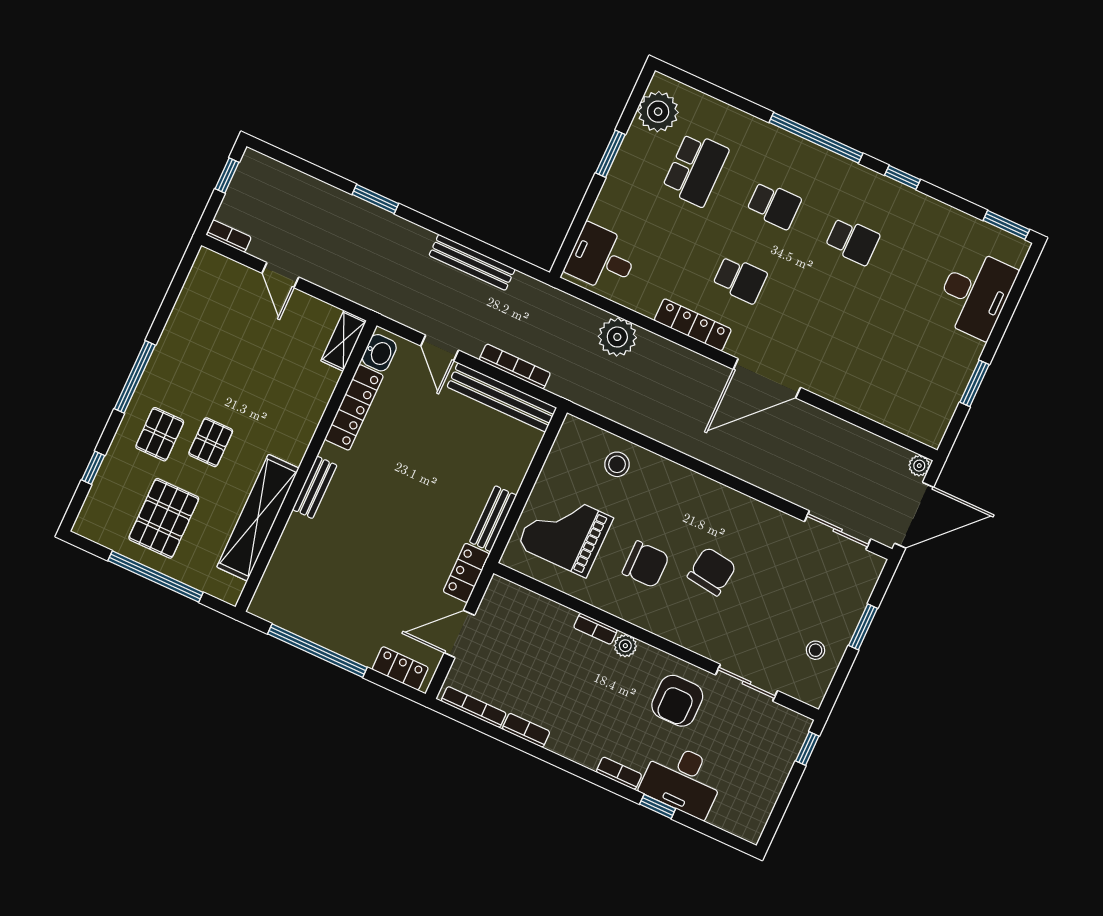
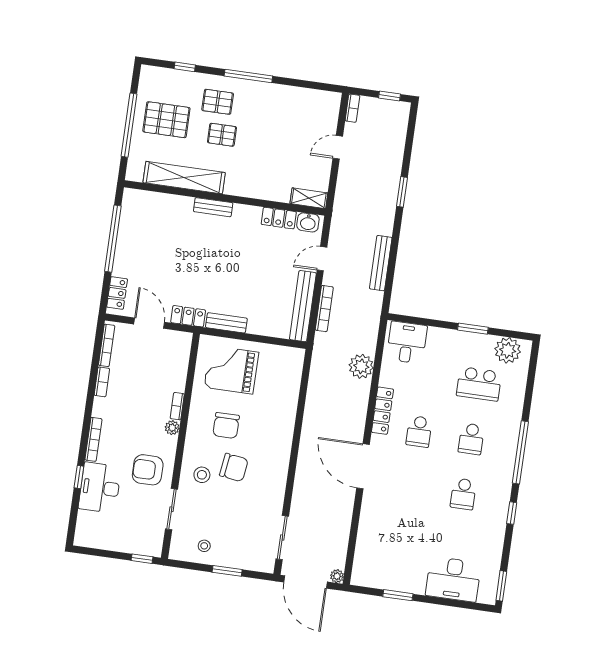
locker: (354, 407) -> (279, 218), width x0.66
stool: (617, 464) -> (202, 475), moved
grand piano: (565, 532) -> (231, 370), turned -90
bookcase: (619, 773) -> (93, 439), width x1.56

